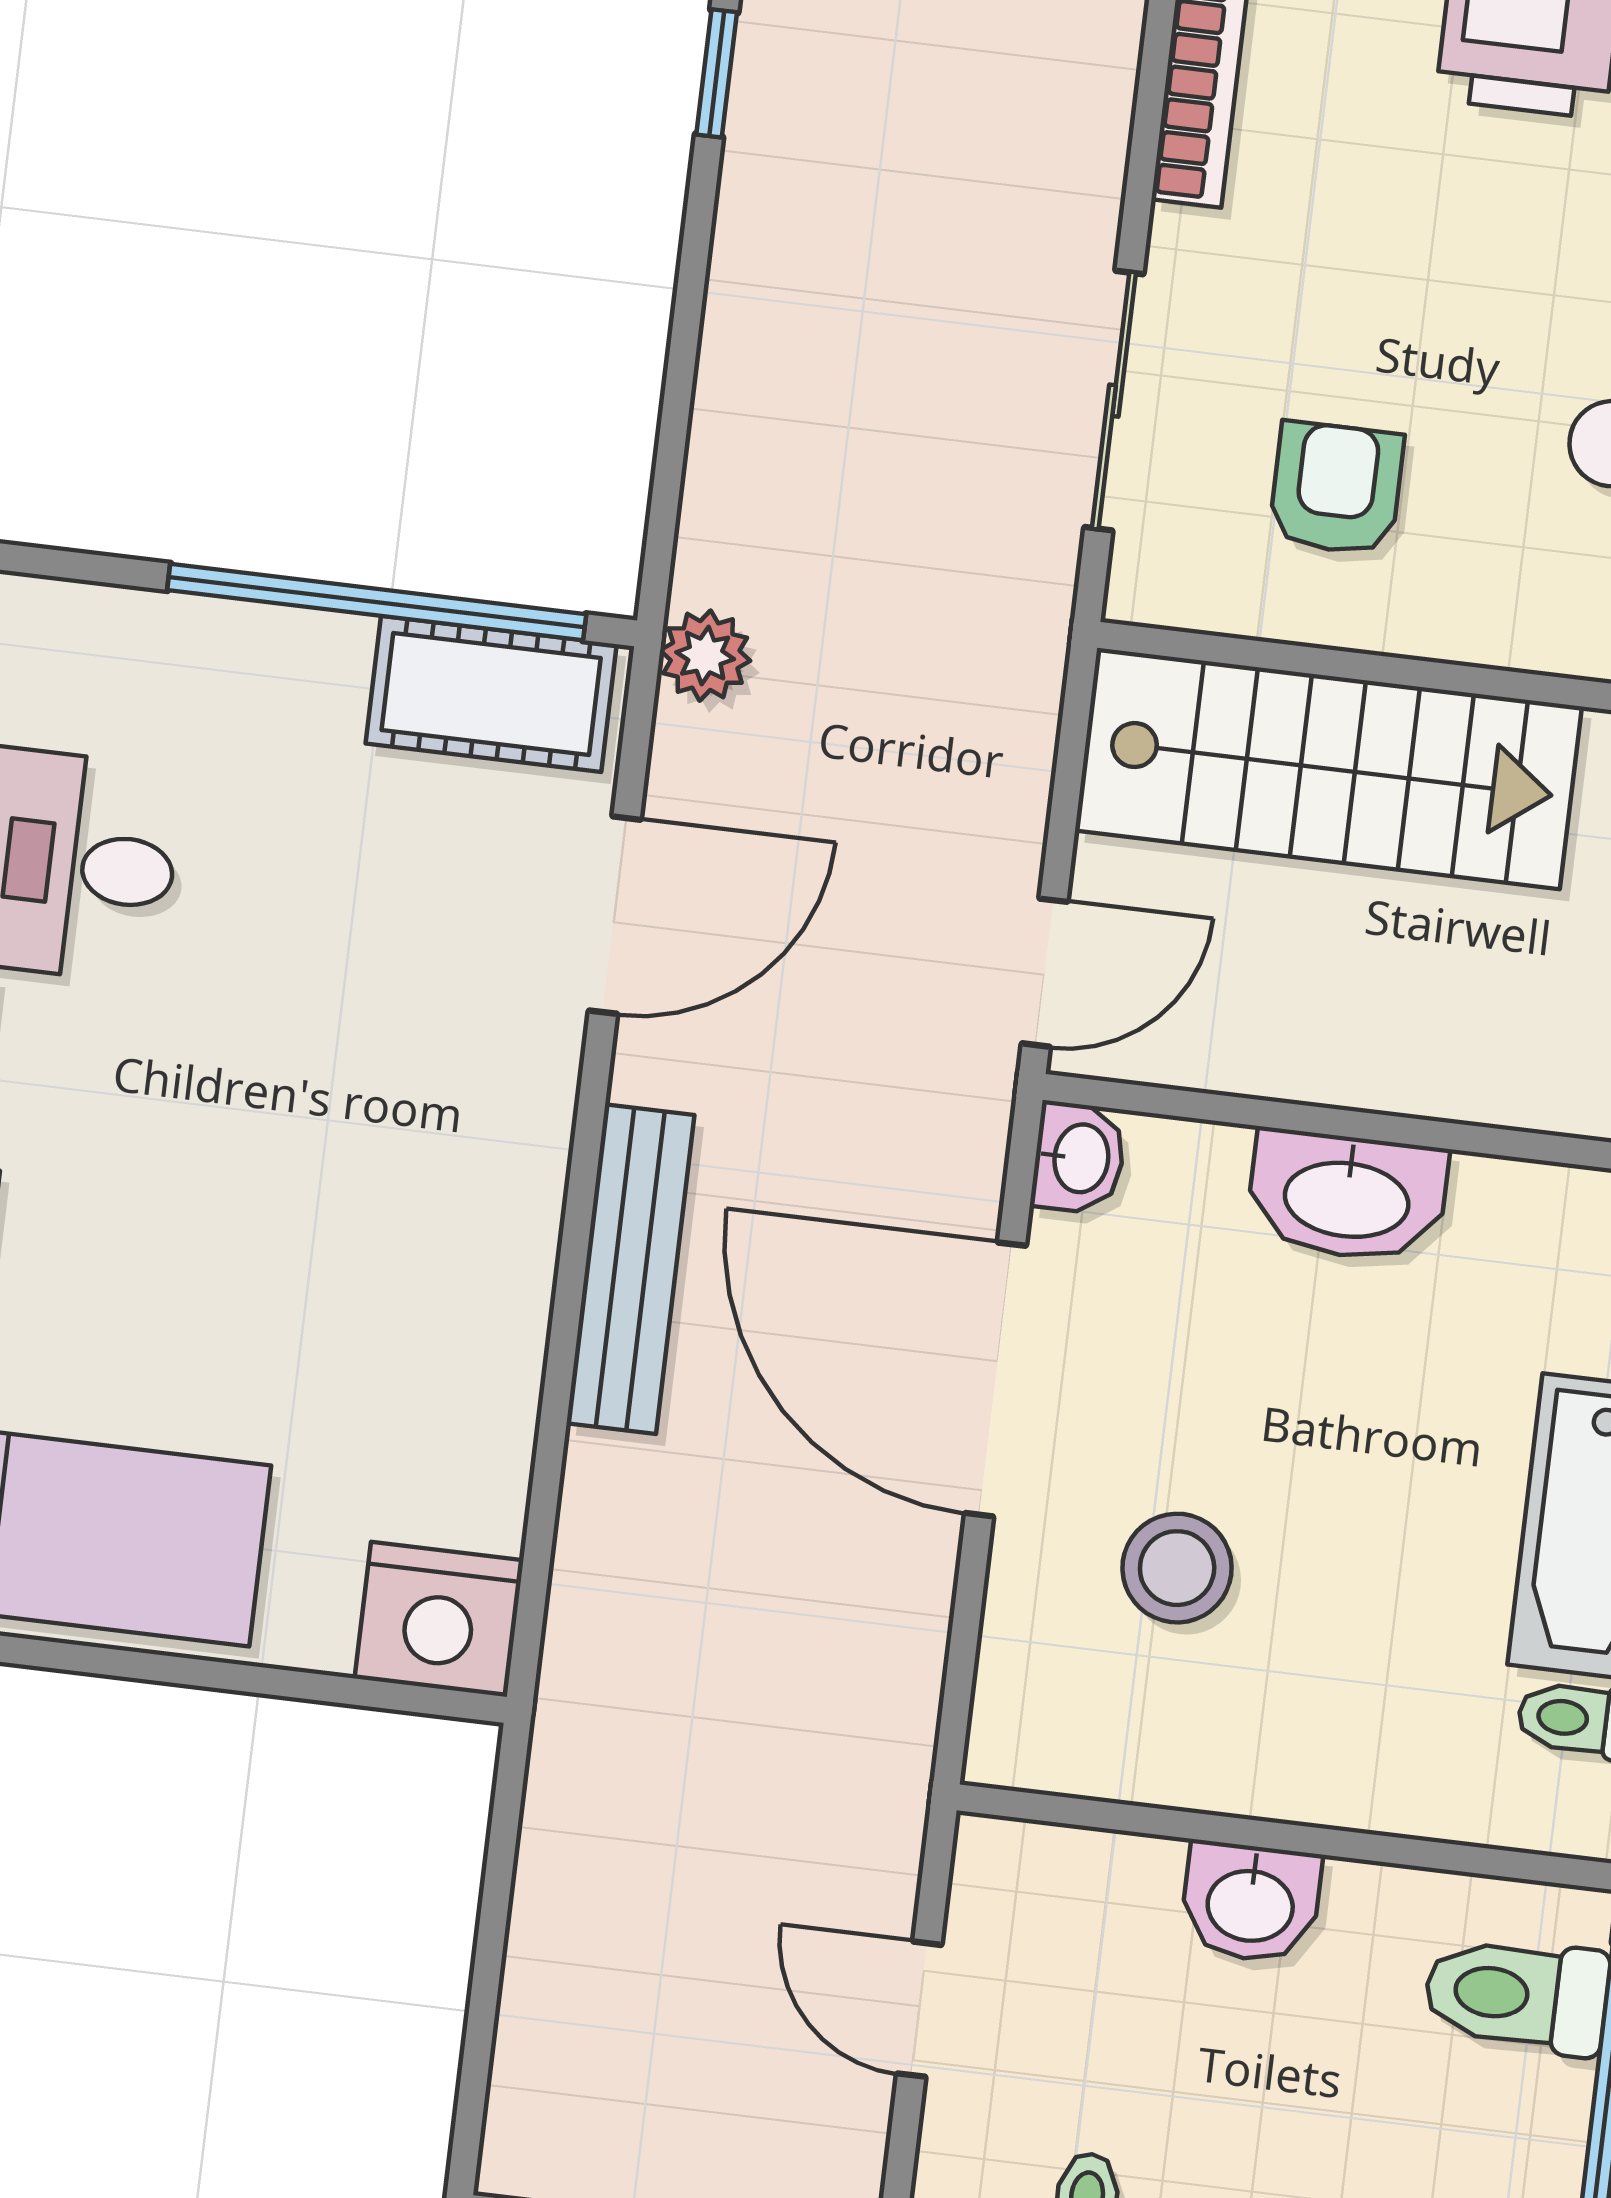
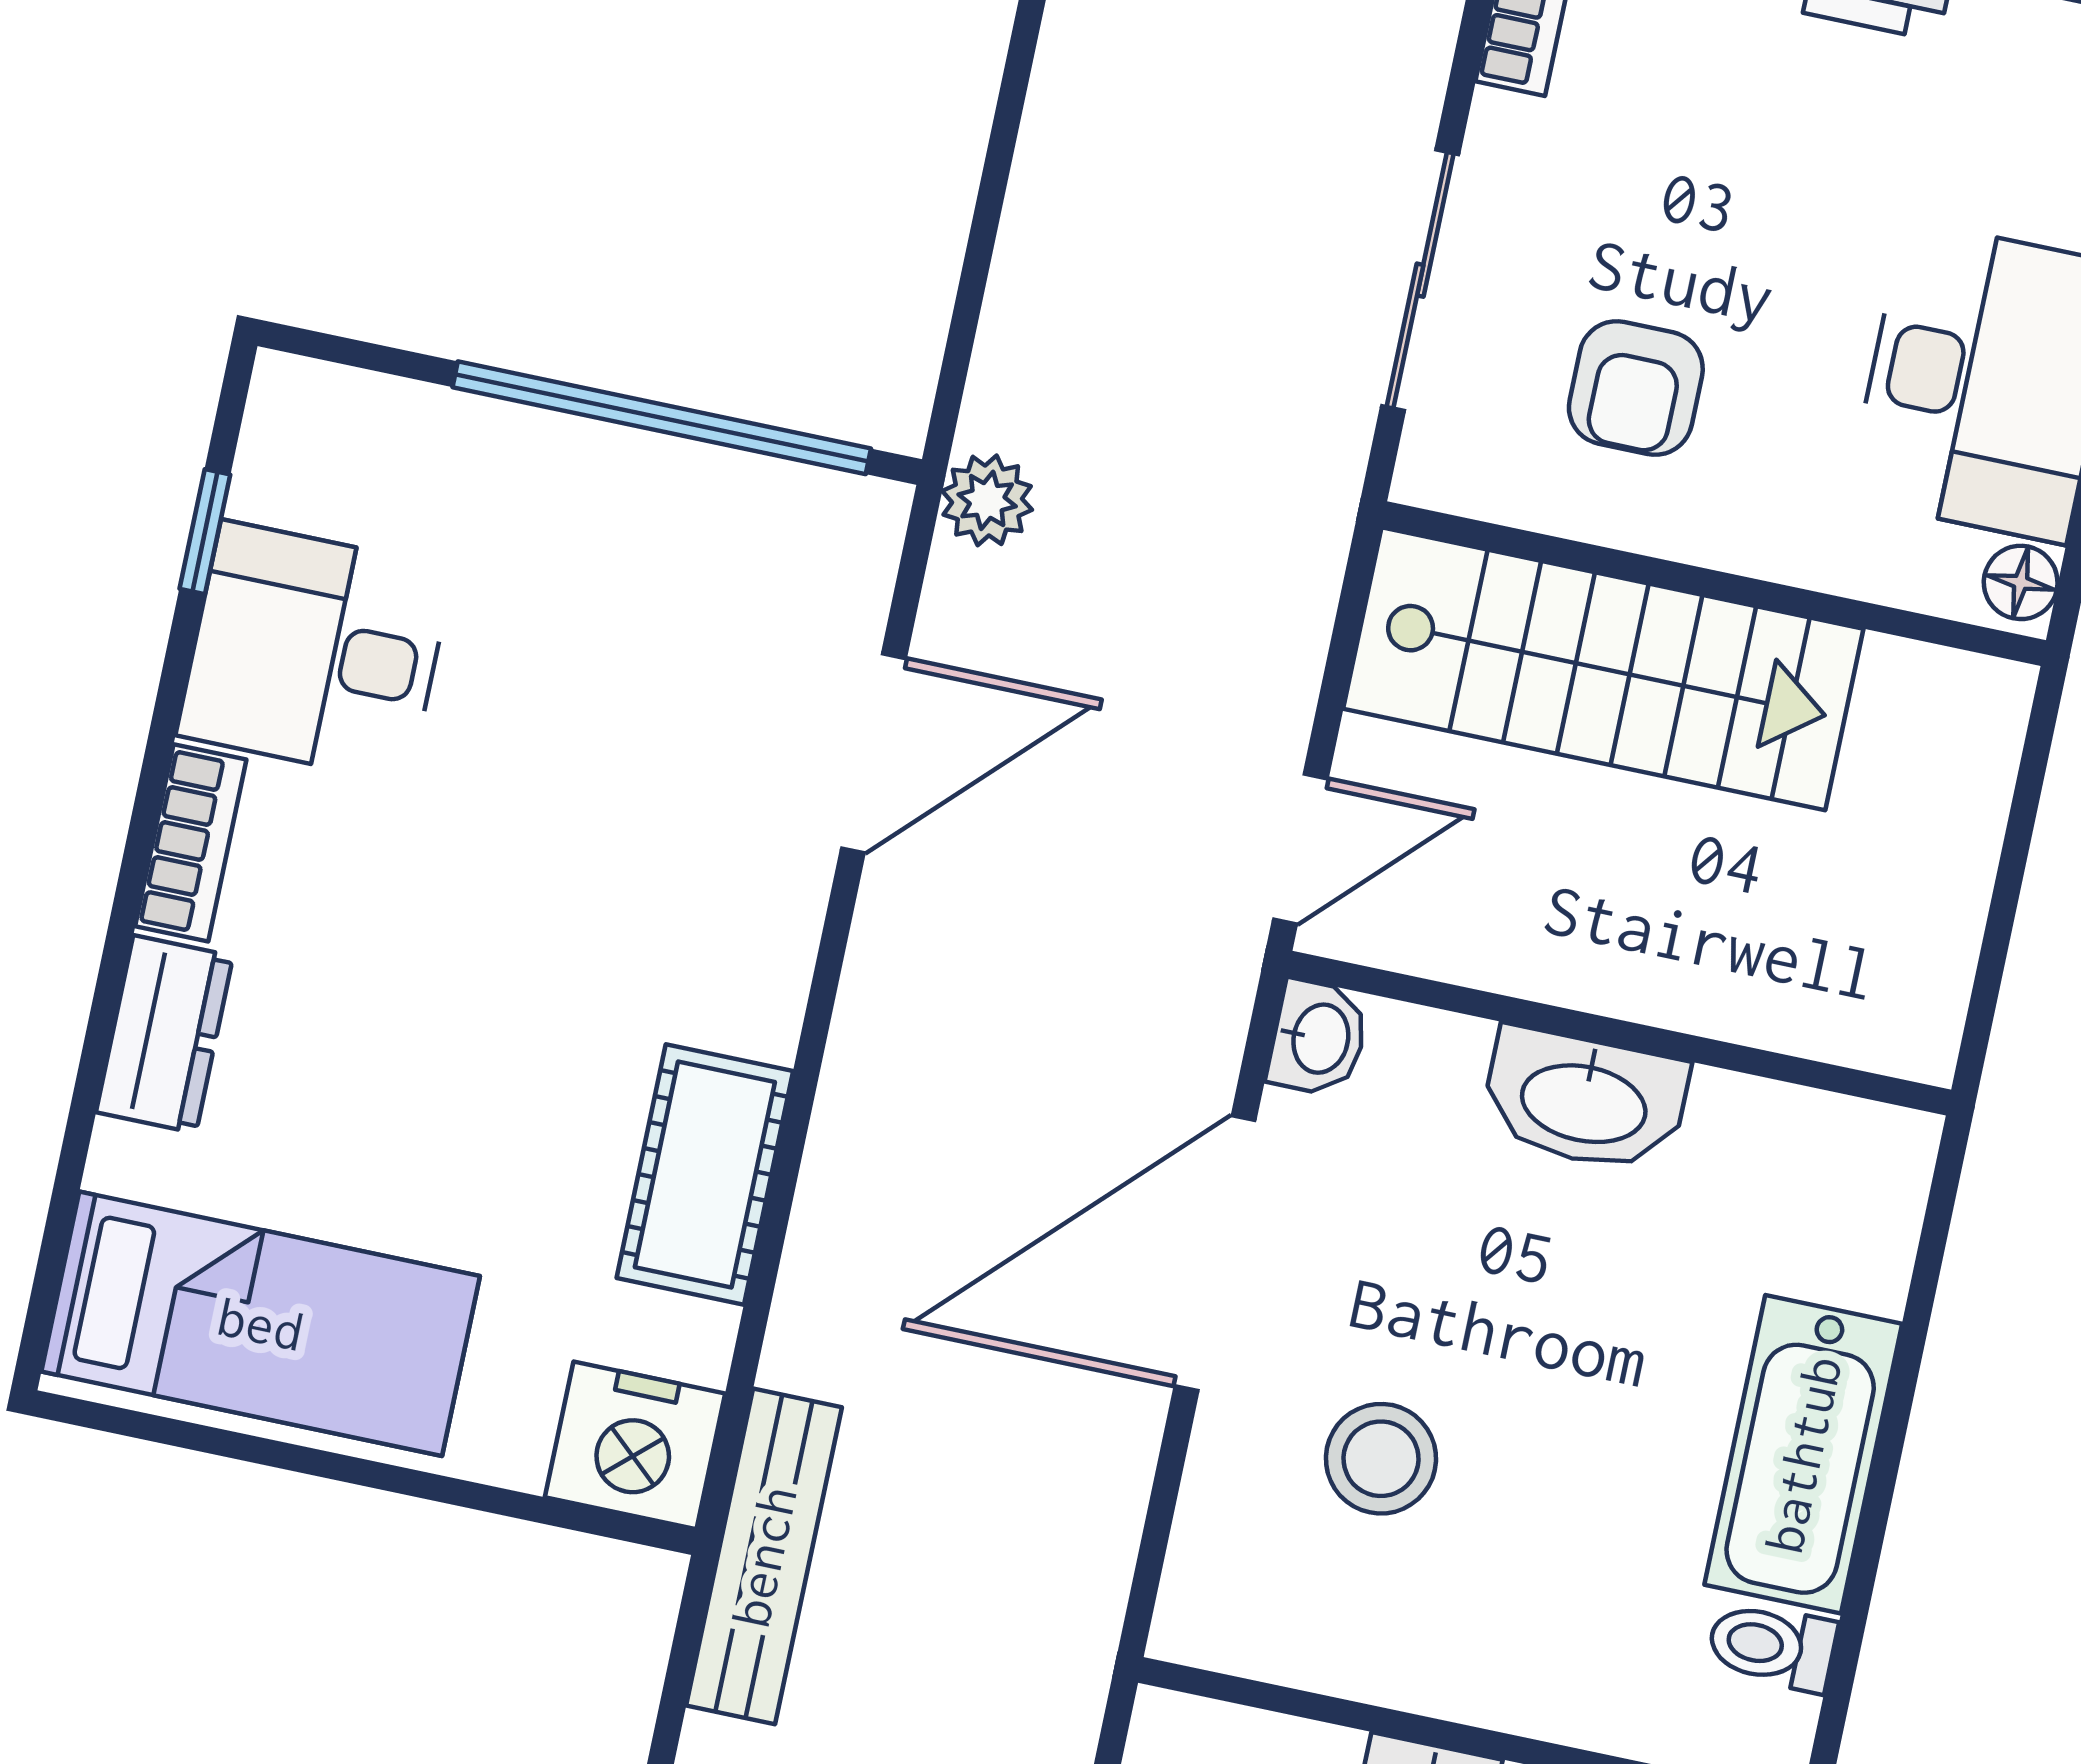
armchair: (1336, 488) -> (1636, 388), turned 180
cot: (491, 694) -> (705, 1175), moved, turned 90
bench: (630, 1269) -> (764, 1556), moved
door: (995, 1379) -> (1215, 1253), hinge flipped

